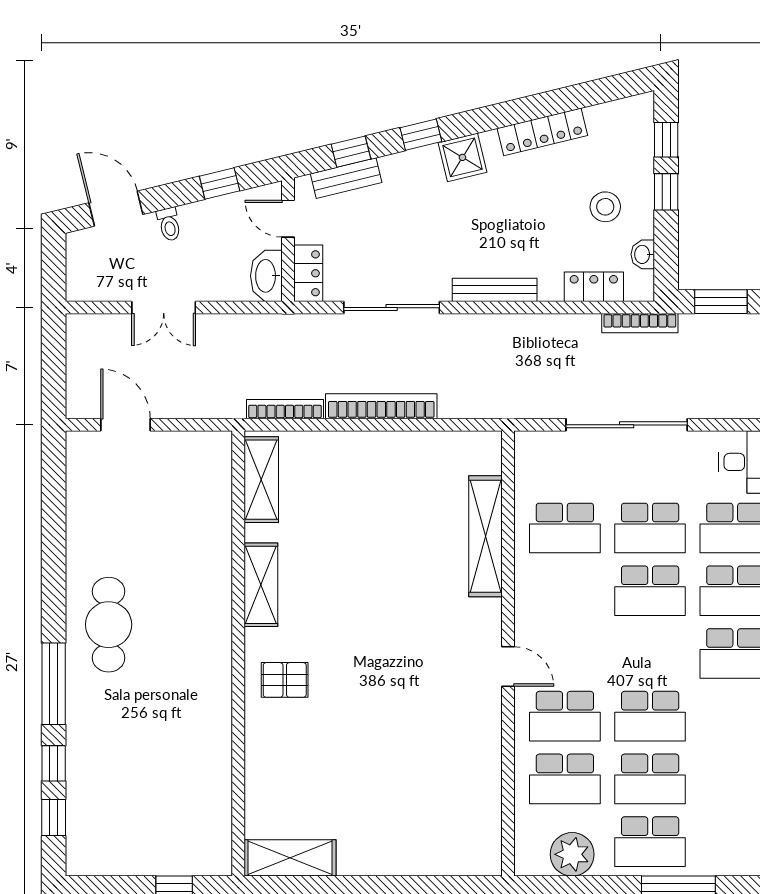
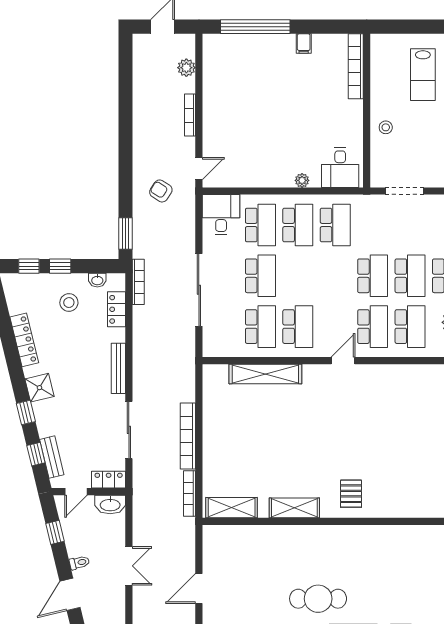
school desk: (650, 591) -> (298, 327), moved

